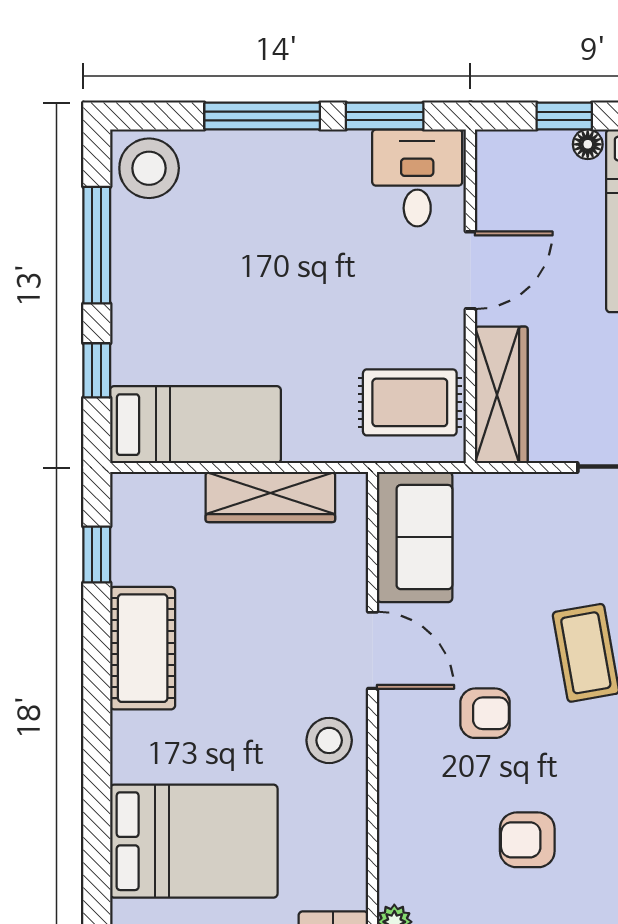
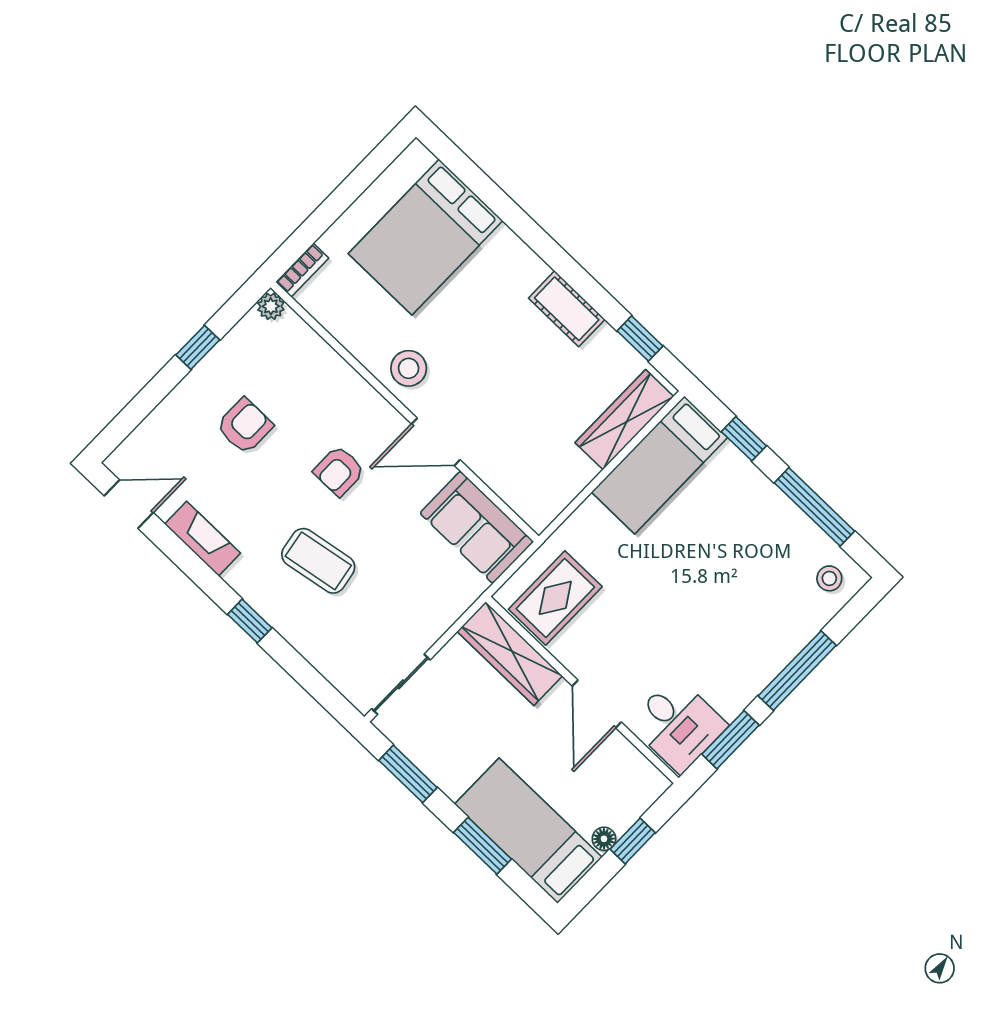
stool: (149, 168) -> (829, 578), width x0.53, depth x0.53
wardrobe: (270, 497) -> (624, 420), moved
cot: (143, 648) -> (567, 309), width x0.73, depth x0.75

